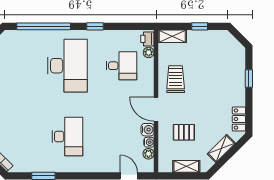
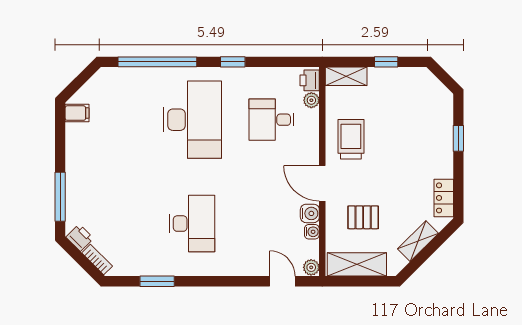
desk: (121, 66) -> (272, 120), turned 180
plant: (148, 154) -> (311, 267), moved
shelving: (186, 166) -> (357, 264), width x1.50, depth x1.33

